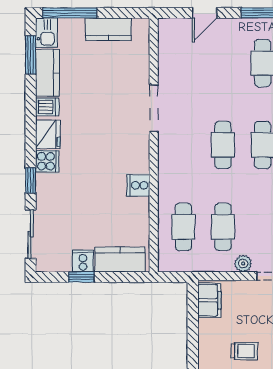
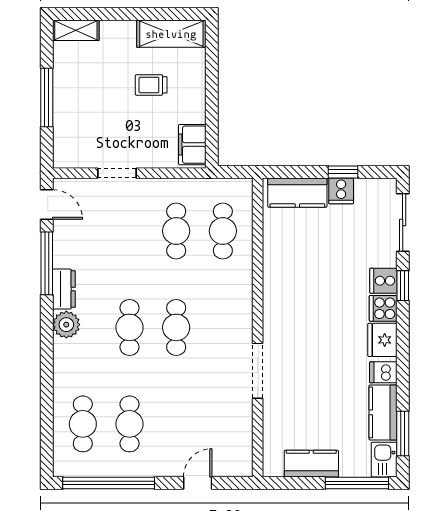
cooker: (138, 185) -> (383, 281), moved, turned 180
plant: (243, 264) -> (152, 188), removed

